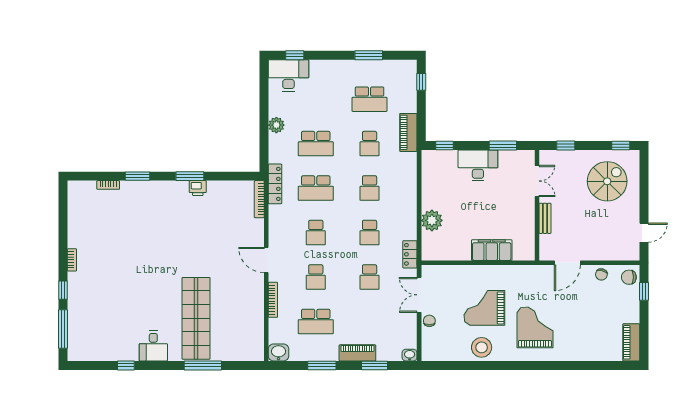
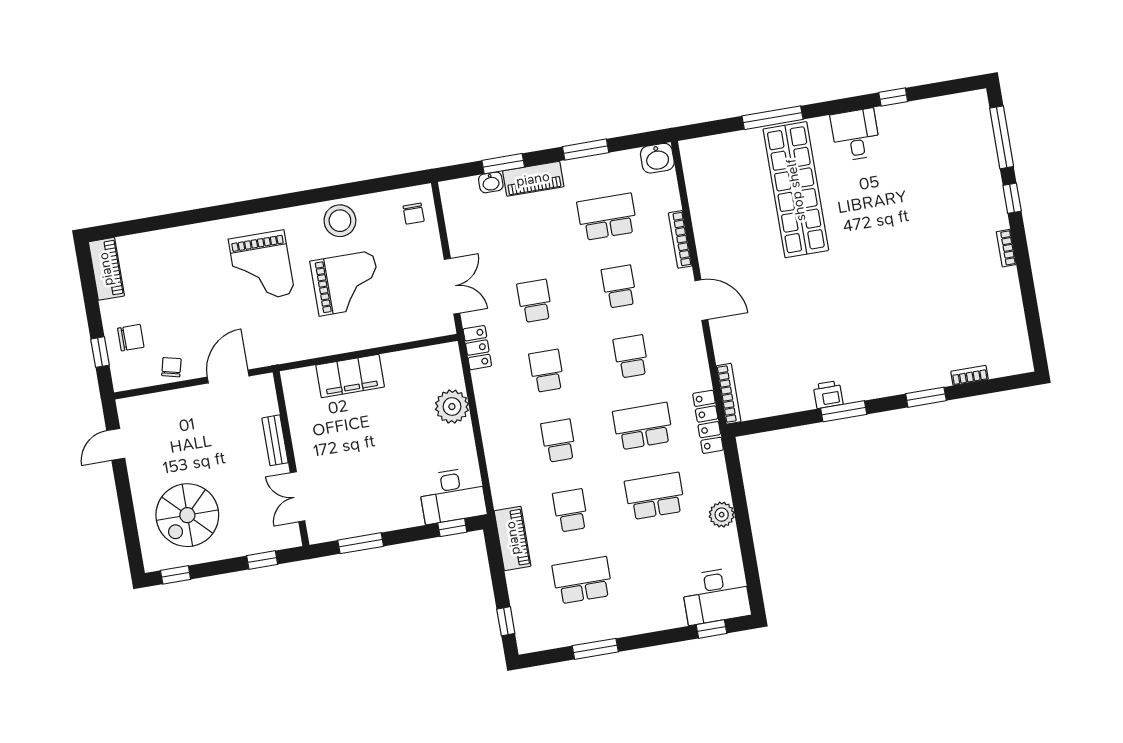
desk: (478, 165) -> (452, 495), moved
chair: (629, 277) -> (131, 338), moved
chair: (429, 321) -> (414, 214), moved
washbasin: (410, 355) -> (491, 182), moved

